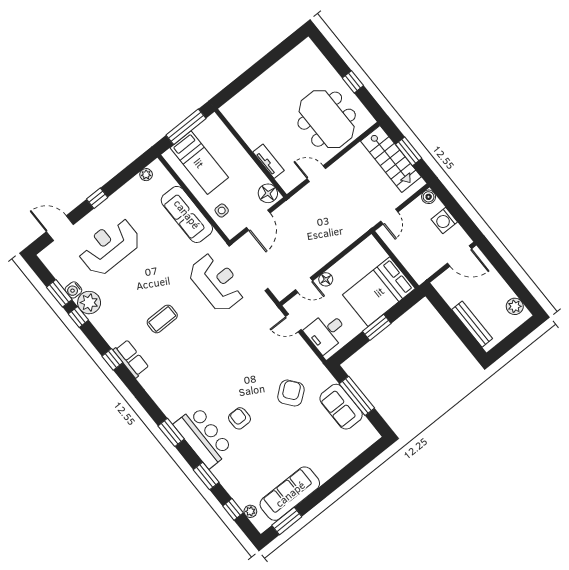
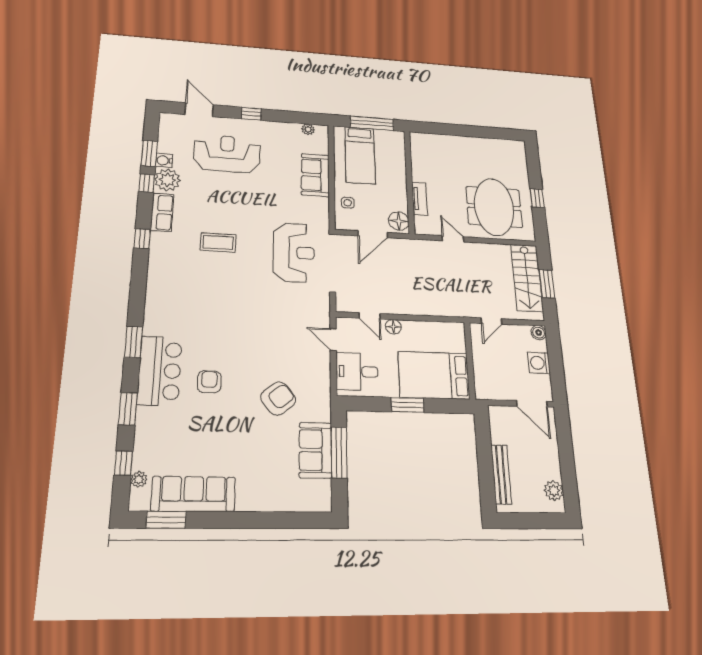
sofa: (187, 214) -> (315, 175), width x0.73
row of seats: (131, 359) -> (162, 212), moved

